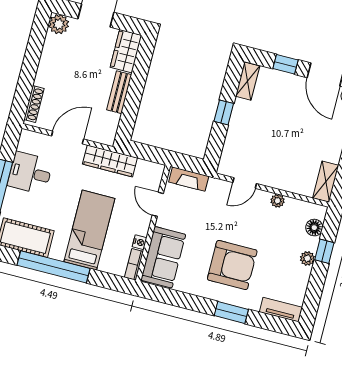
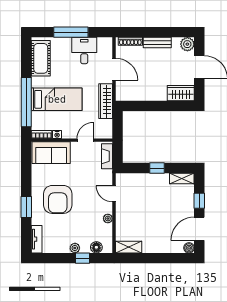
bench: (119, 92) -> (157, 42), moved
window: (54, 267) -> (26, 102), moved

